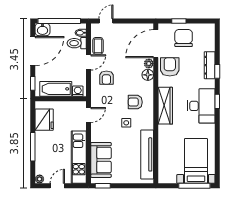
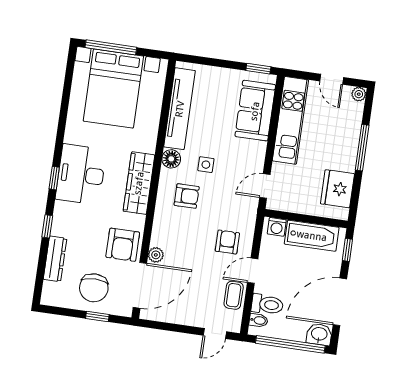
dresser: (210, 65) -> (55, 259), moved
floor lamp: (148, 75) -> (171, 159), moved
bed with nightstands: (196, 161) -> (113, 89), width x1.36
door: (57, 186) -> (332, 79), hinge flipped

